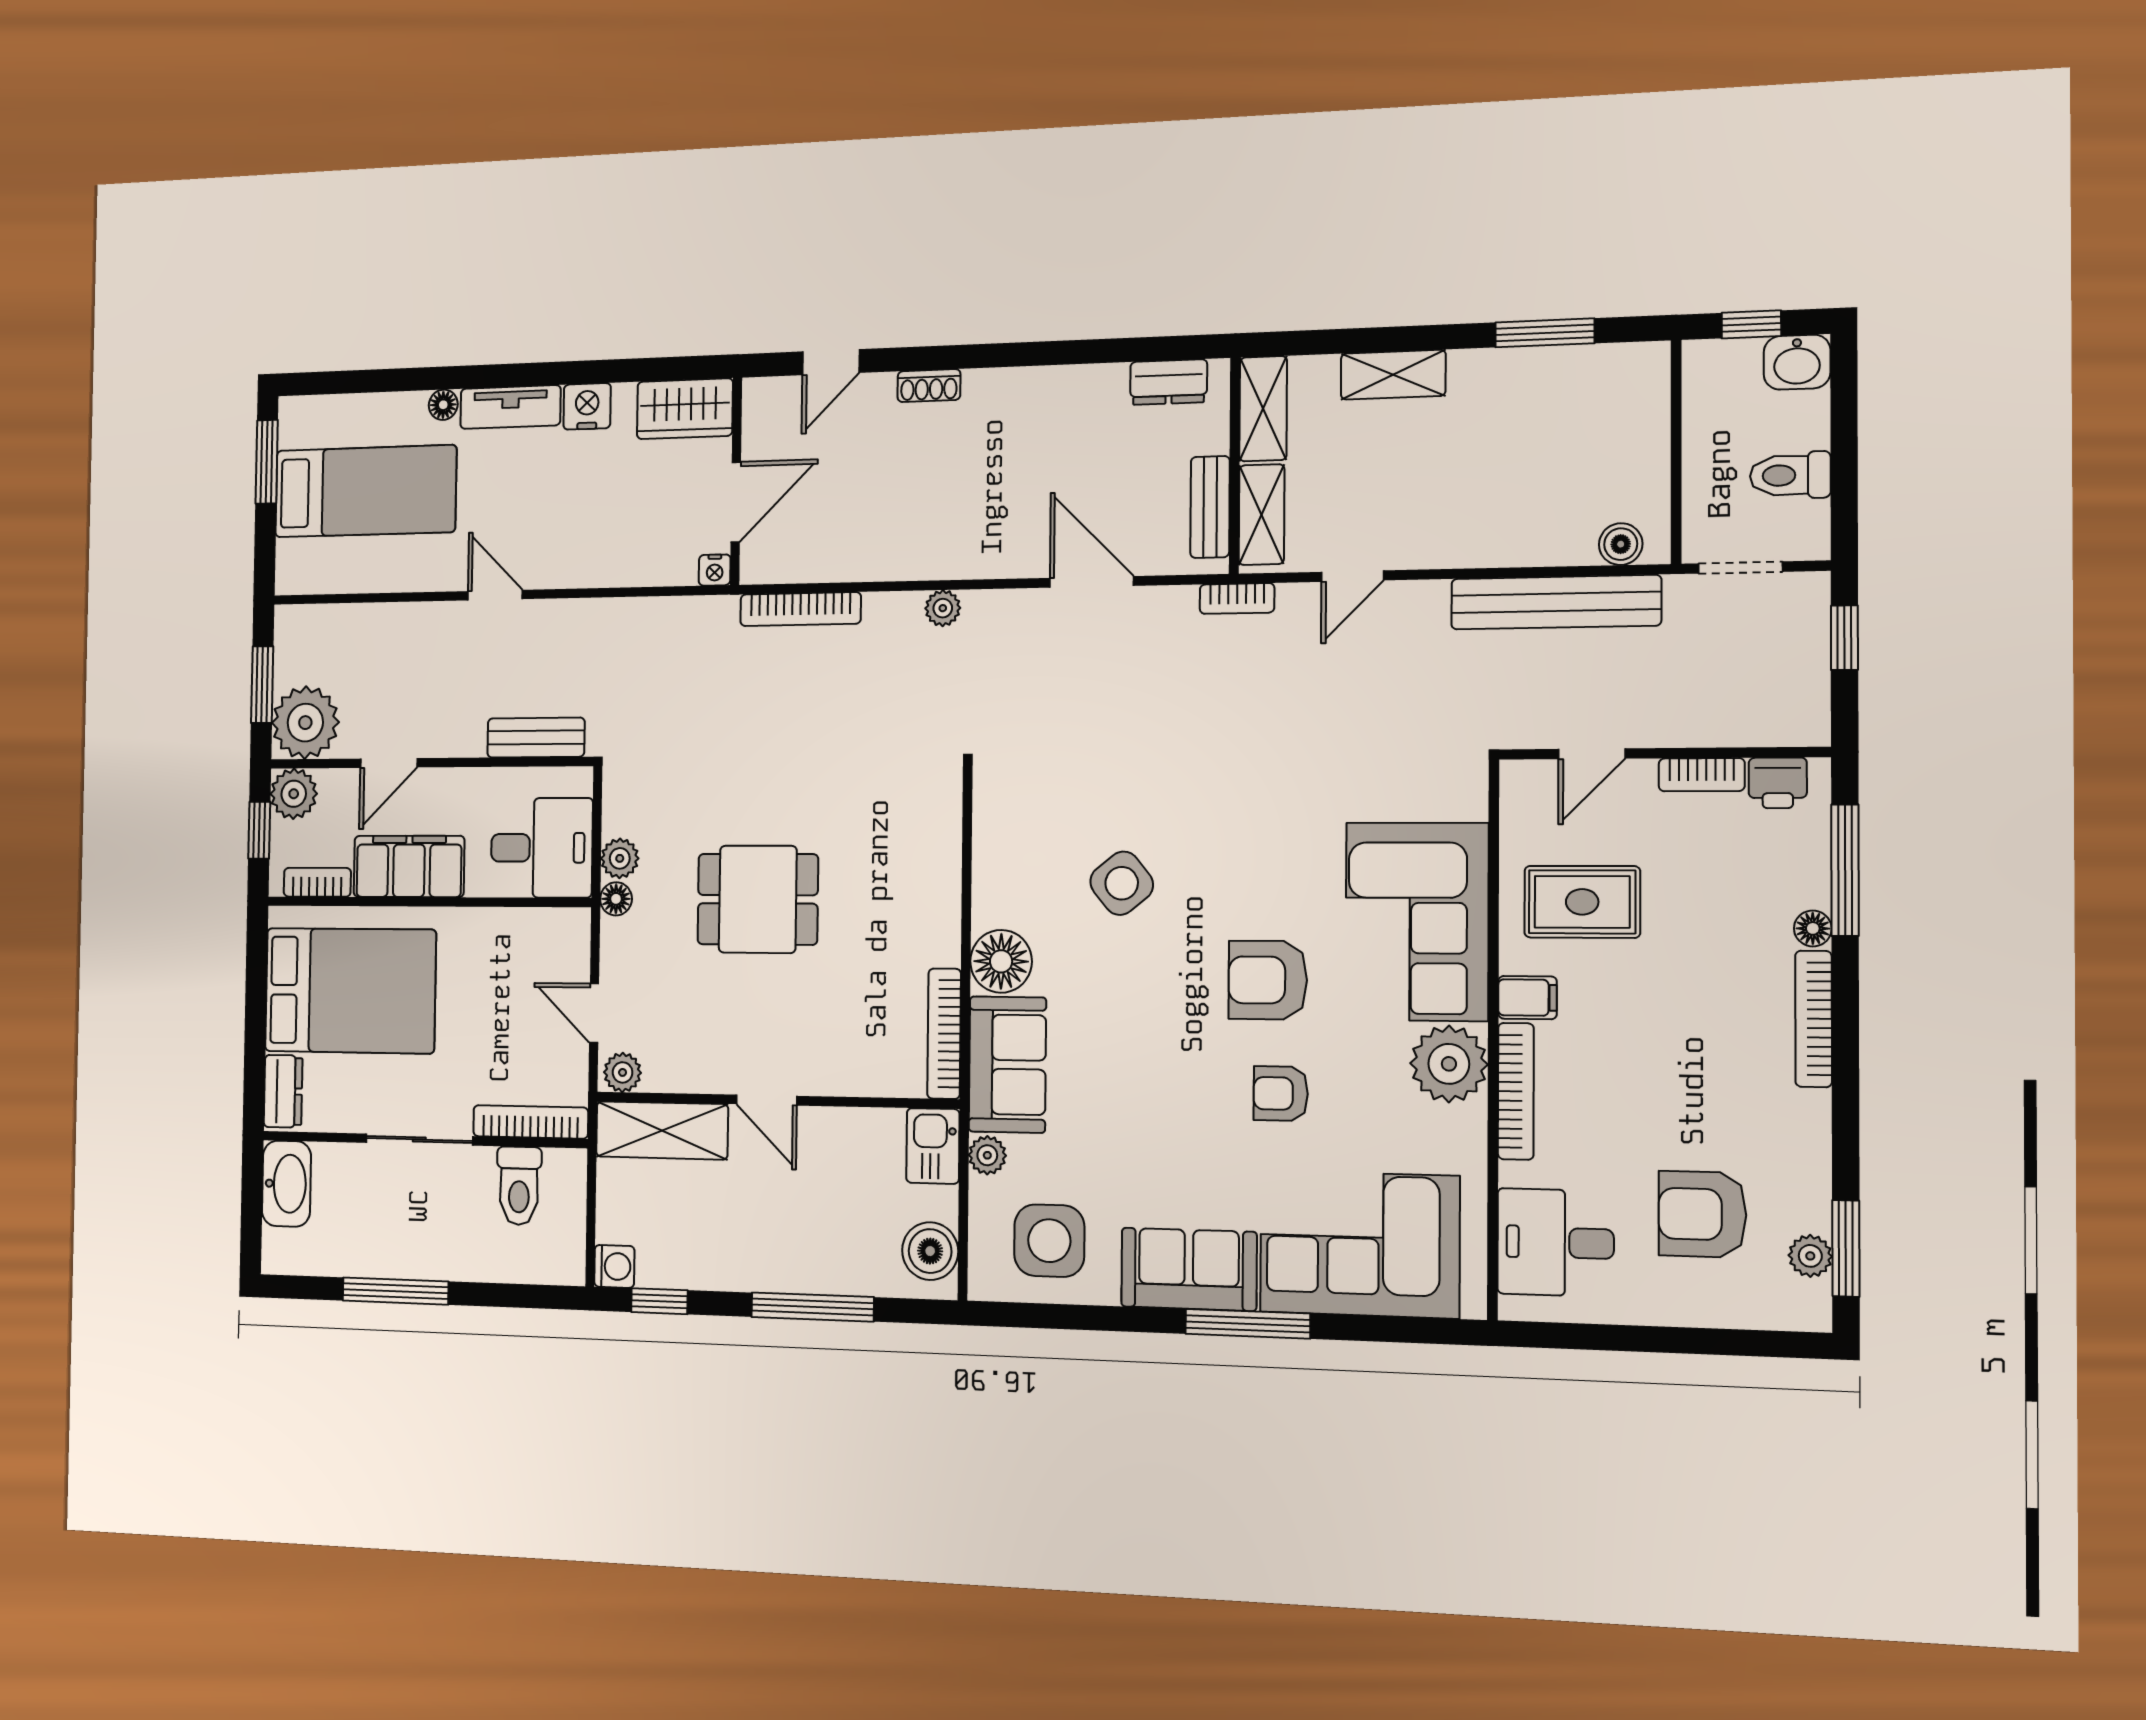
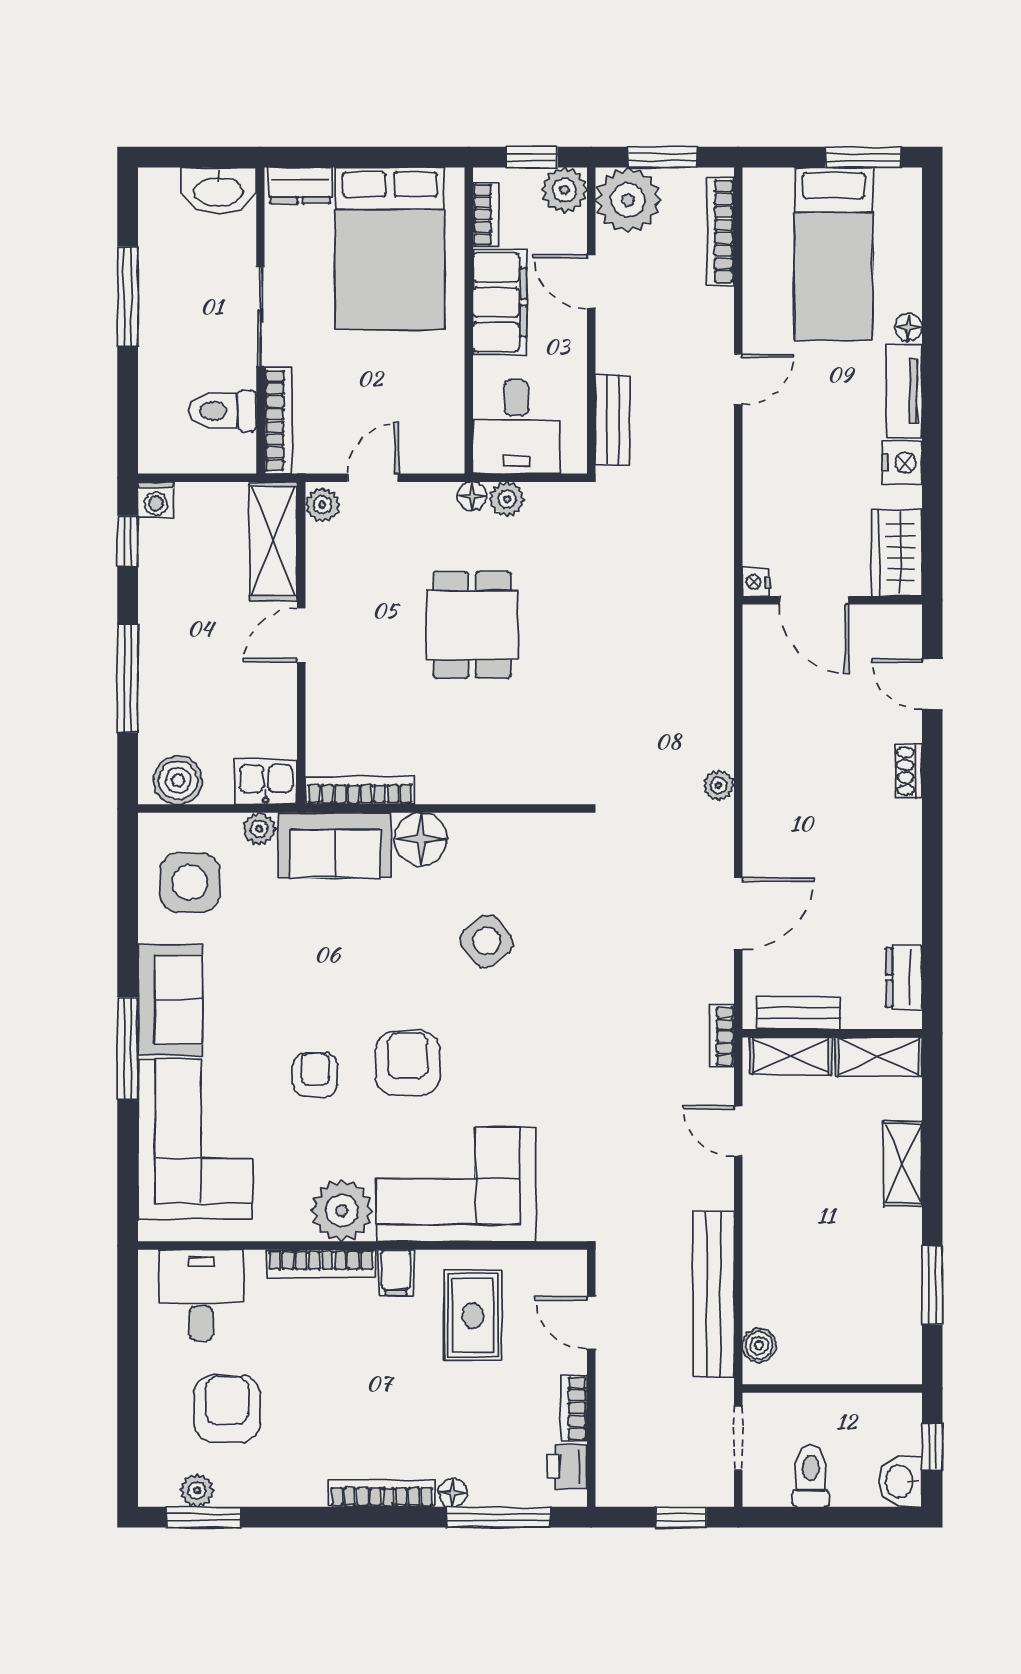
bookcase: (800, 609) -> (720, 231), moved

